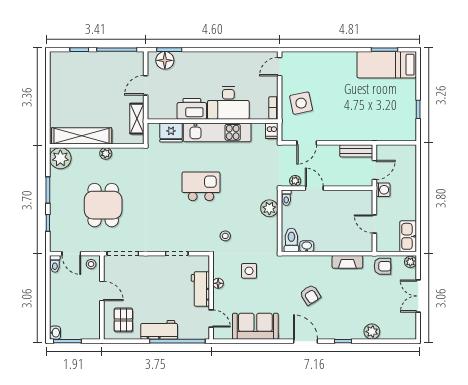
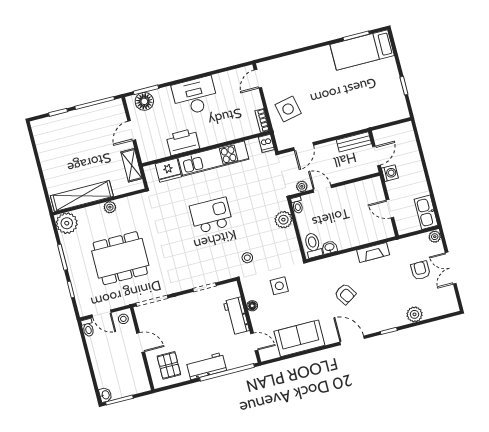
desk: (228, 103) -> (195, 96), moved, turned 180
dining table: (103, 205) -> (120, 258), width x1.37
armchair: (382, 266) -> (420, 270), moved, turned -90

